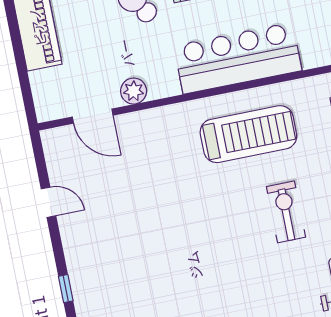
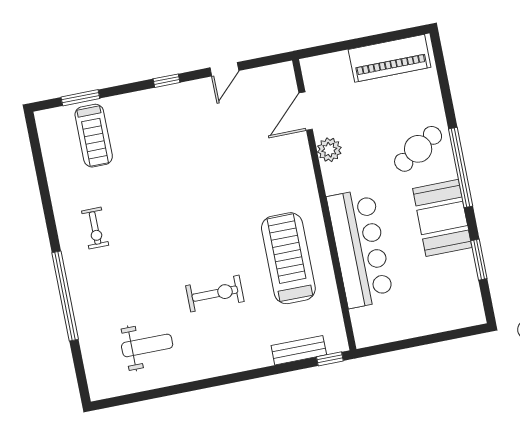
treadmill: (248, 134) -> (288, 258), turned 180
window: (66, 289) -> (166, 81), moved

